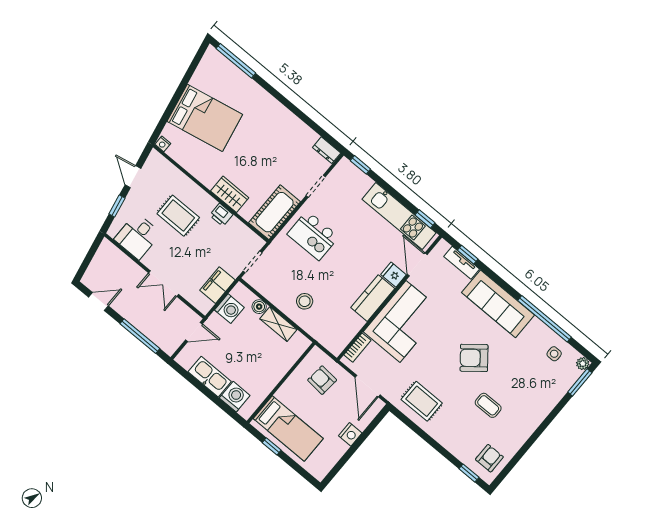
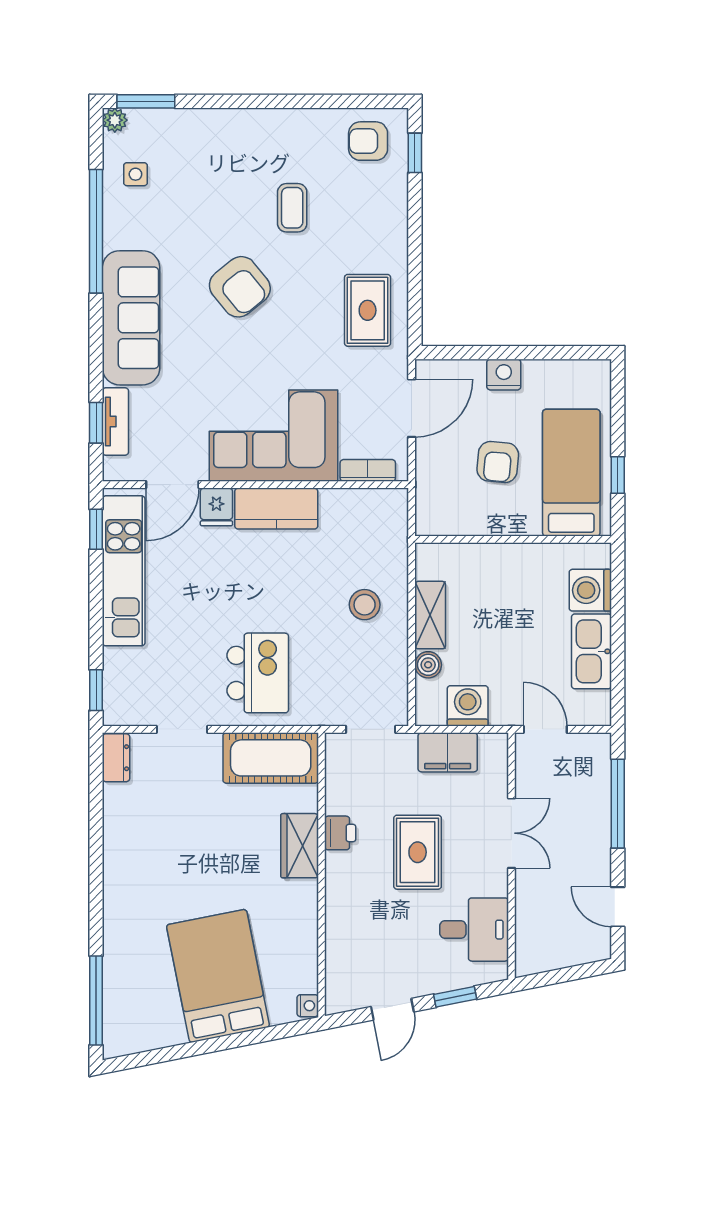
rug: (178, 216) -> (418, 852), moved
armchair: (322, 380) -> (498, 462), moved

